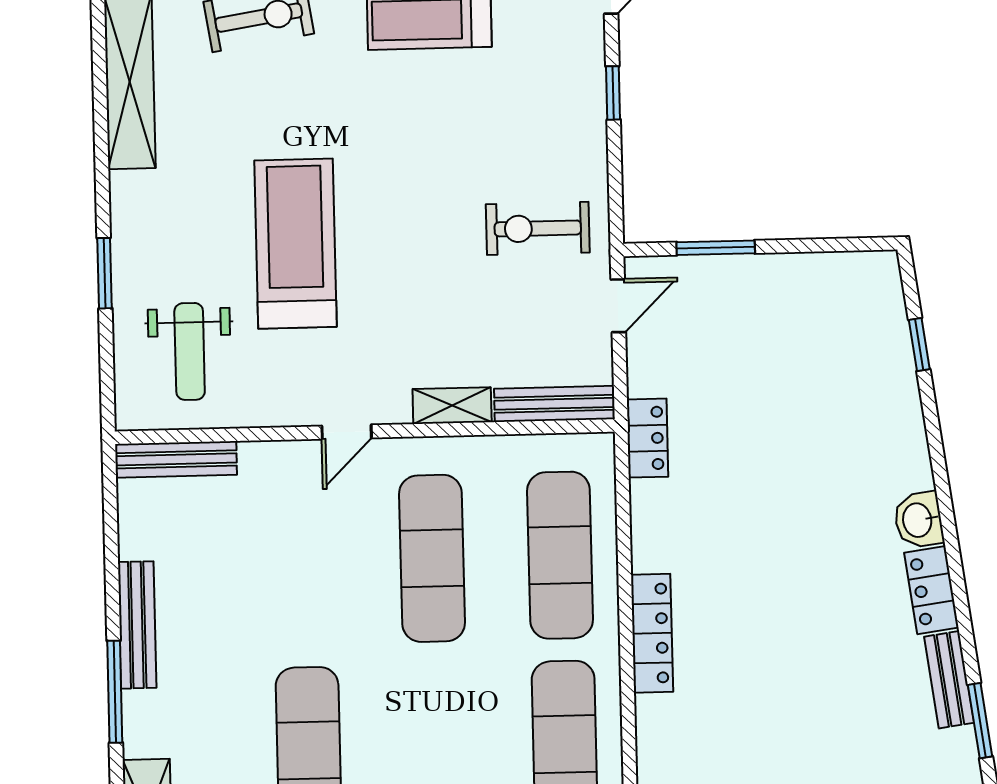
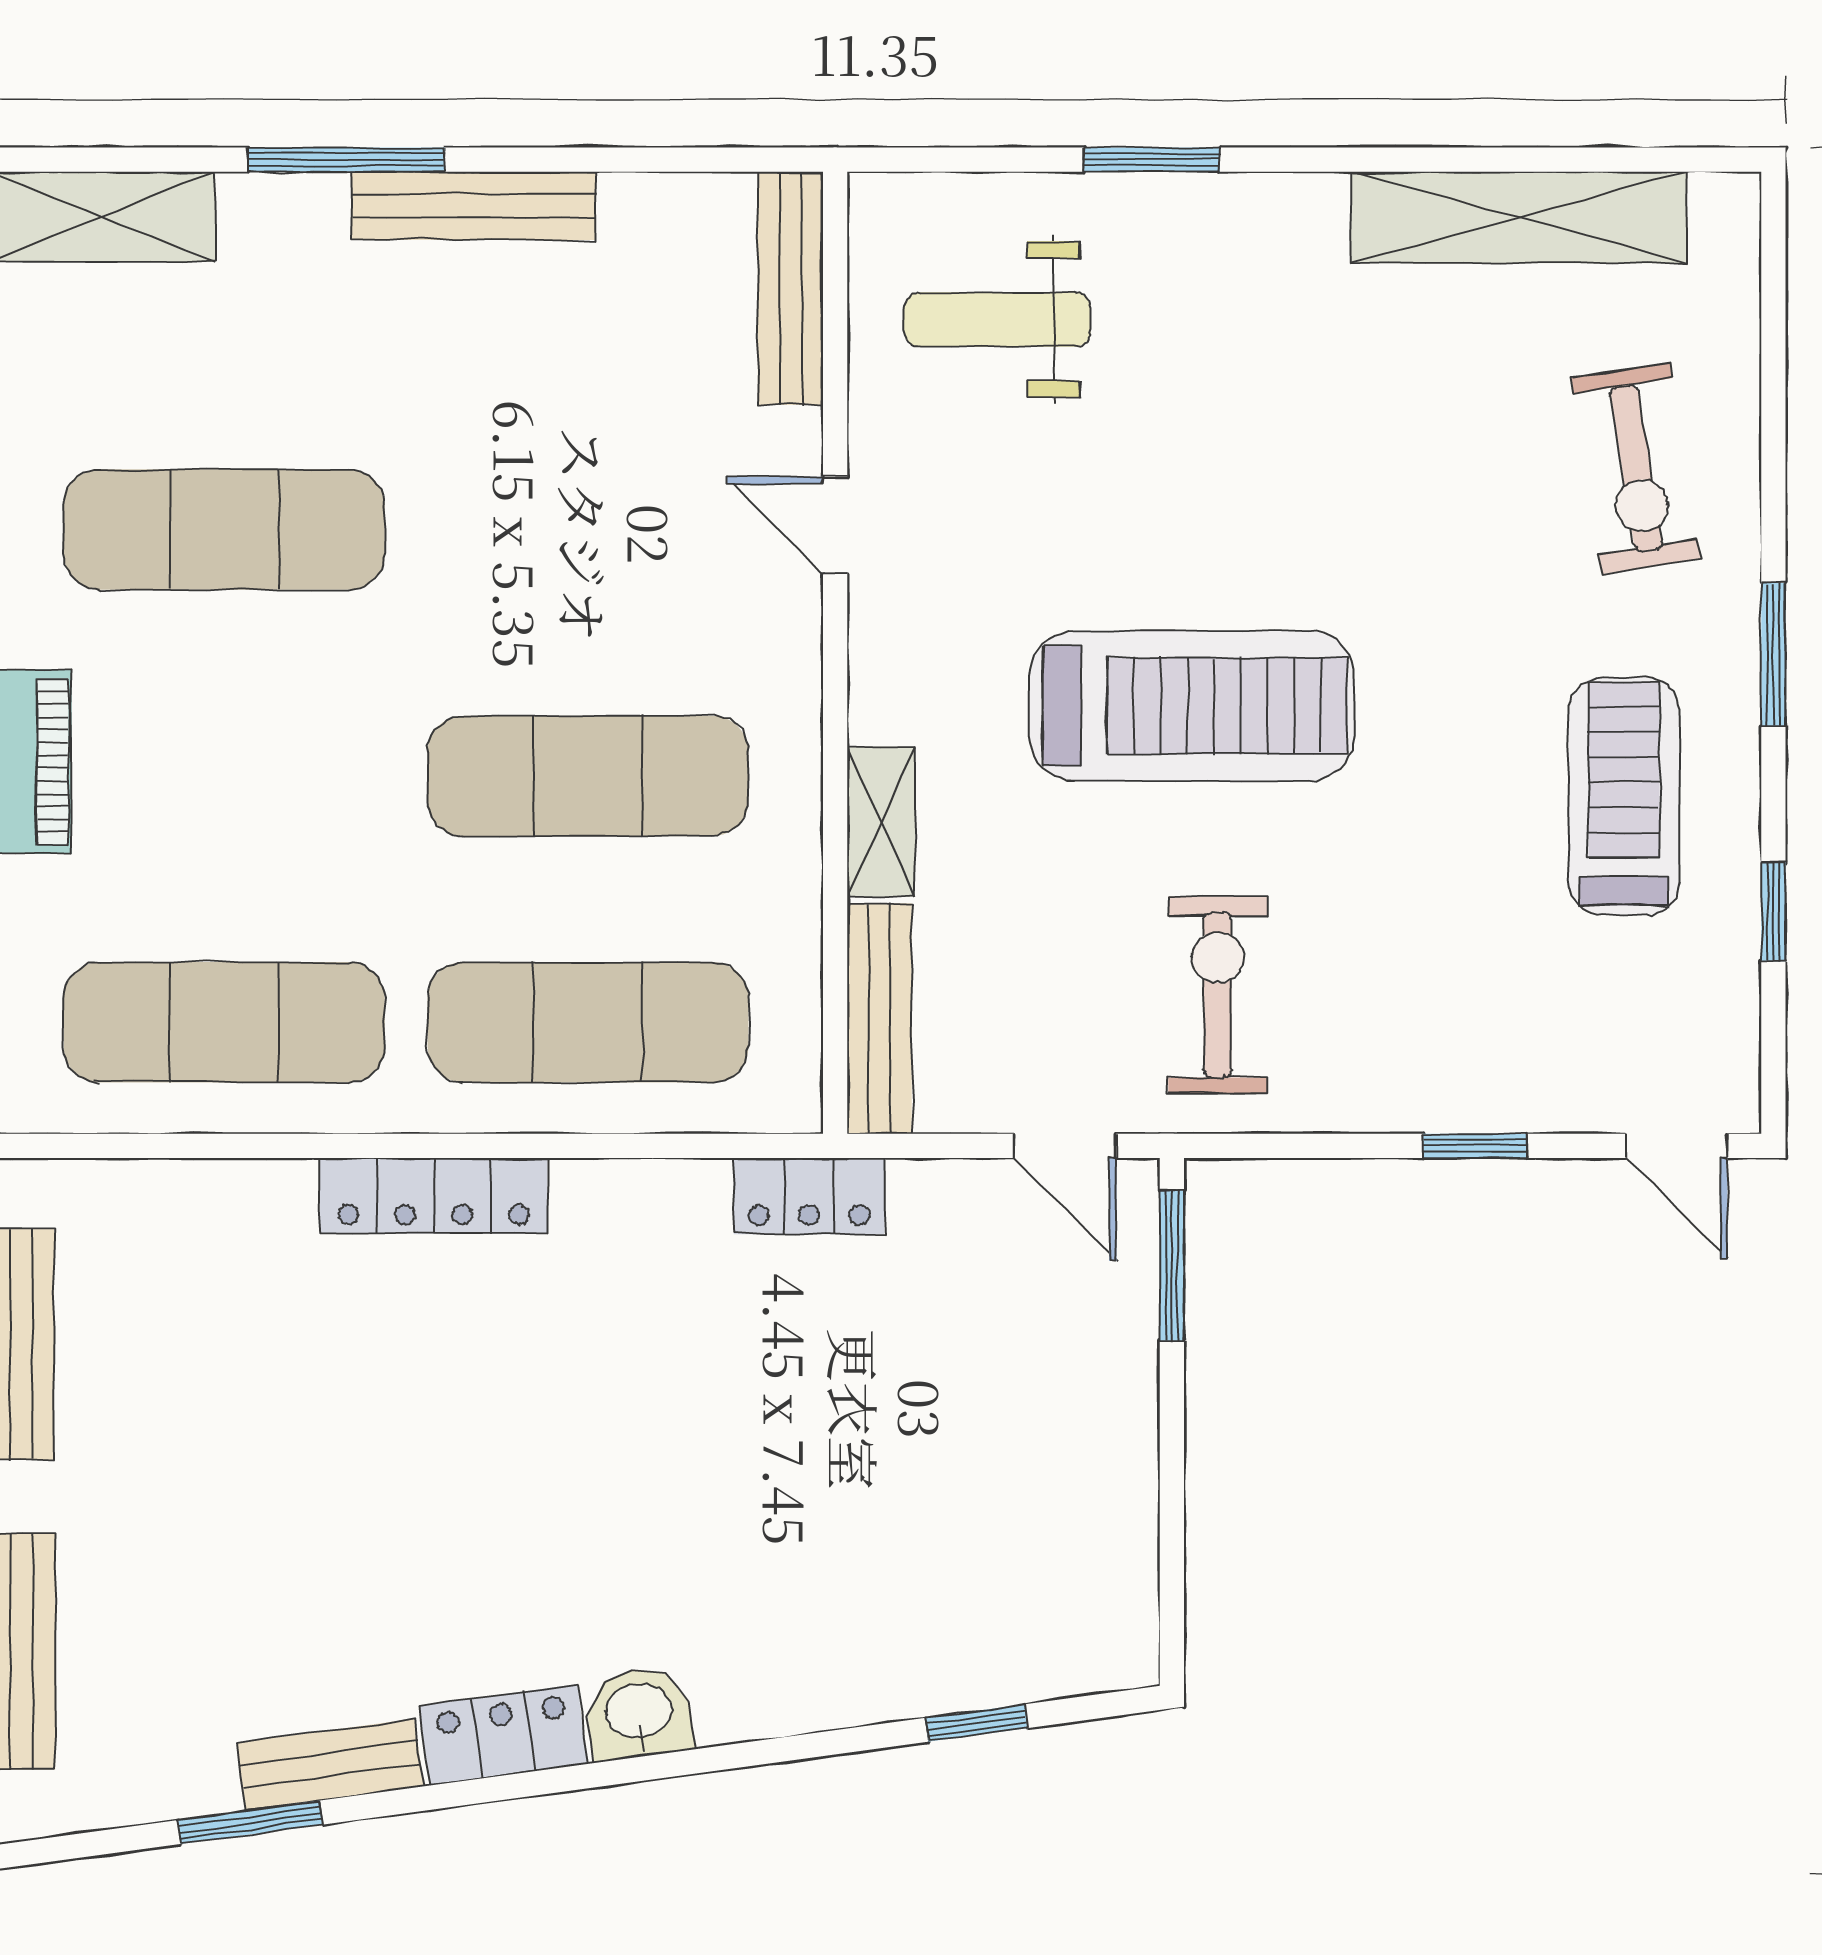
treadmill: (295, 244) -> (1192, 706), moved
window: (716, 248) -> (1172, 1266), moved
door: (347, 432) -> (835, 525), moved

